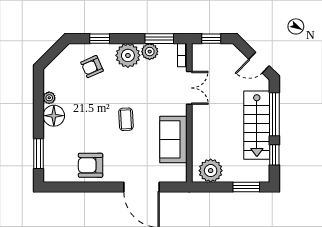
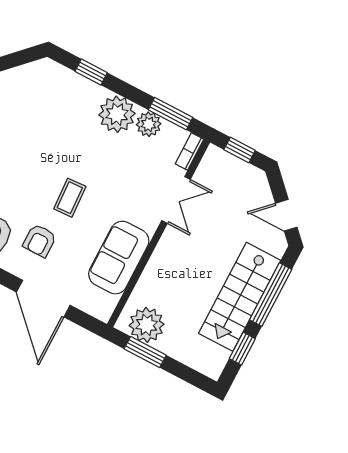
armchair: (92, 67) -> (40, 241), moved, turned -66
window: (246, 187) -> (145, 352), moved

